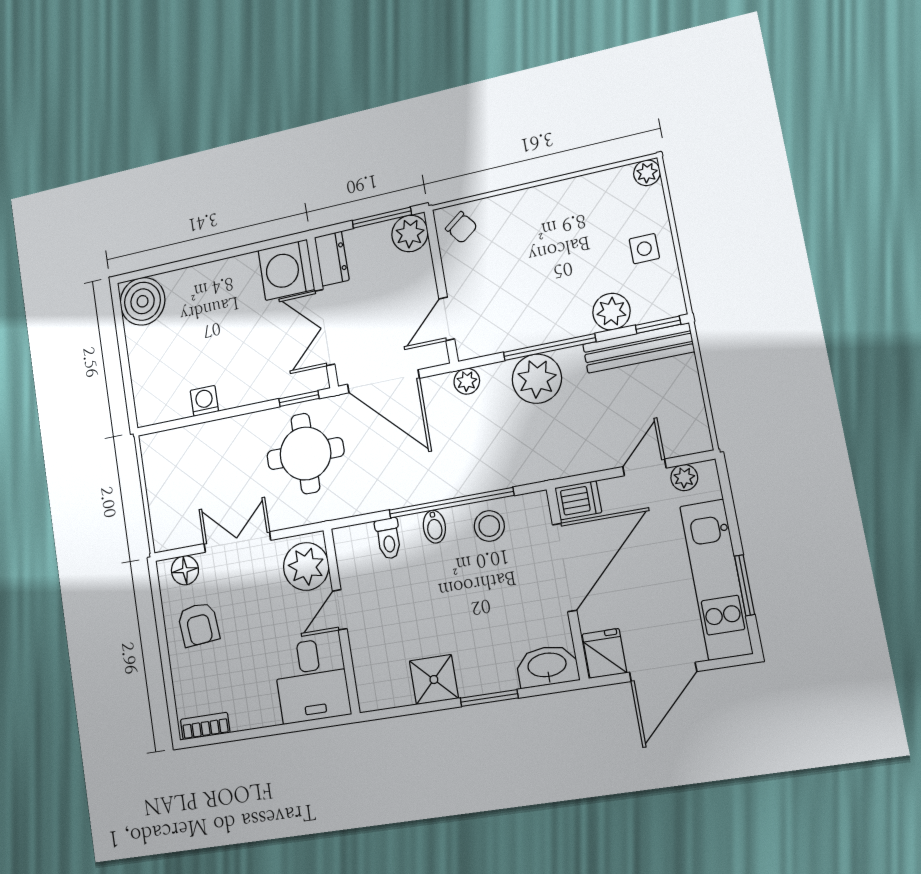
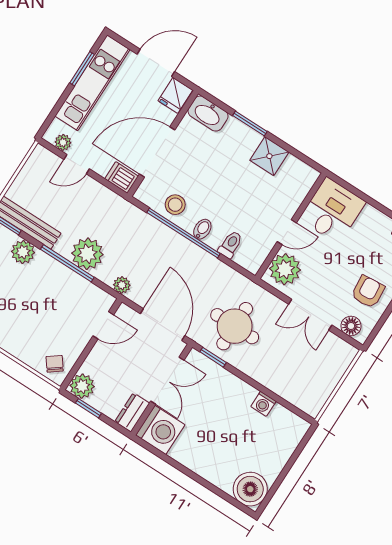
window: (382, 218) -> (88, 408), width x0.67

